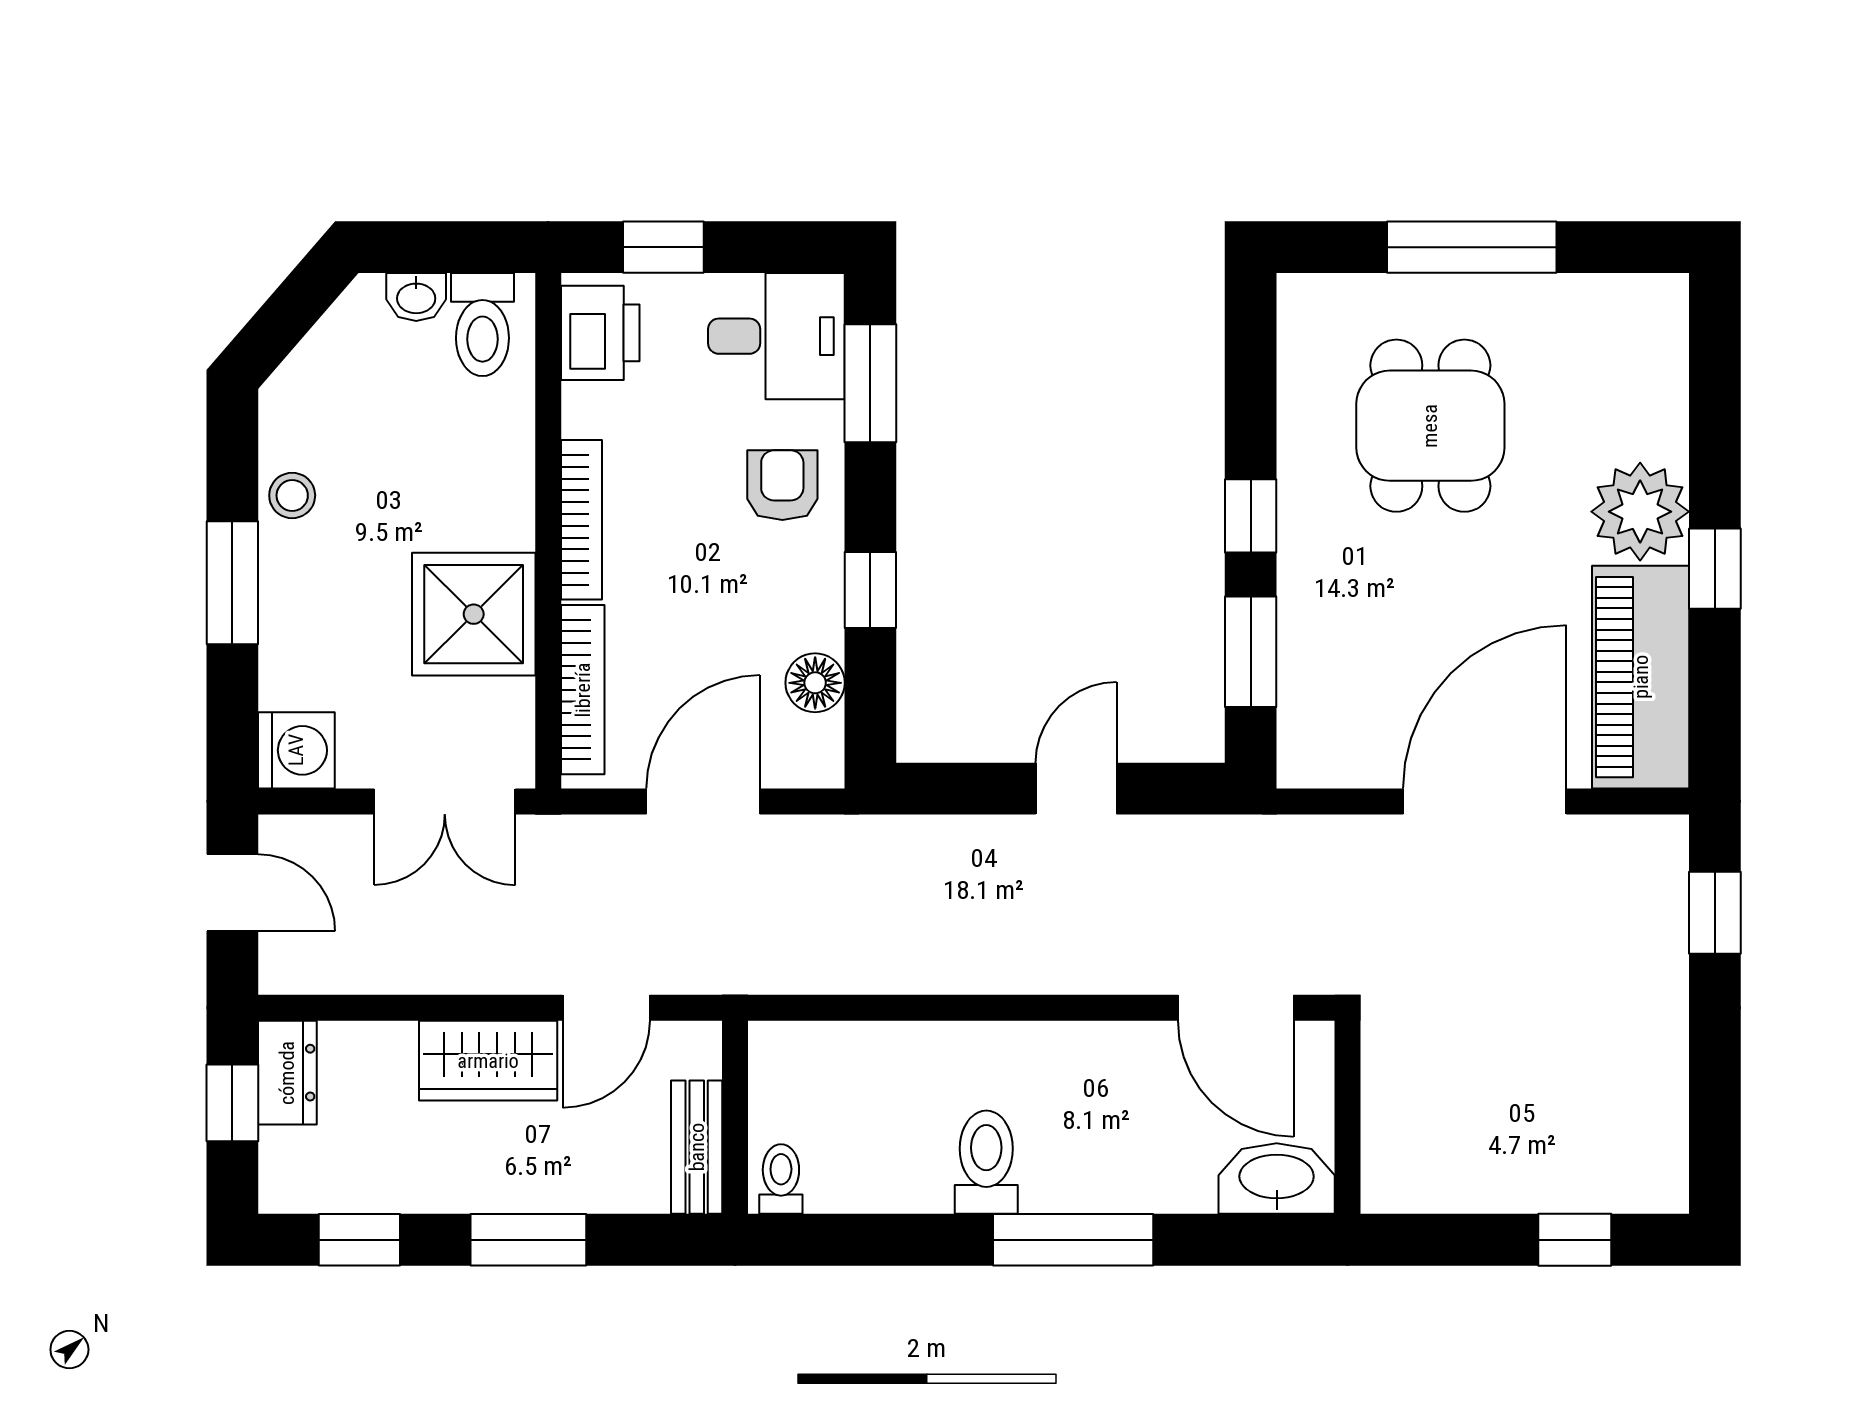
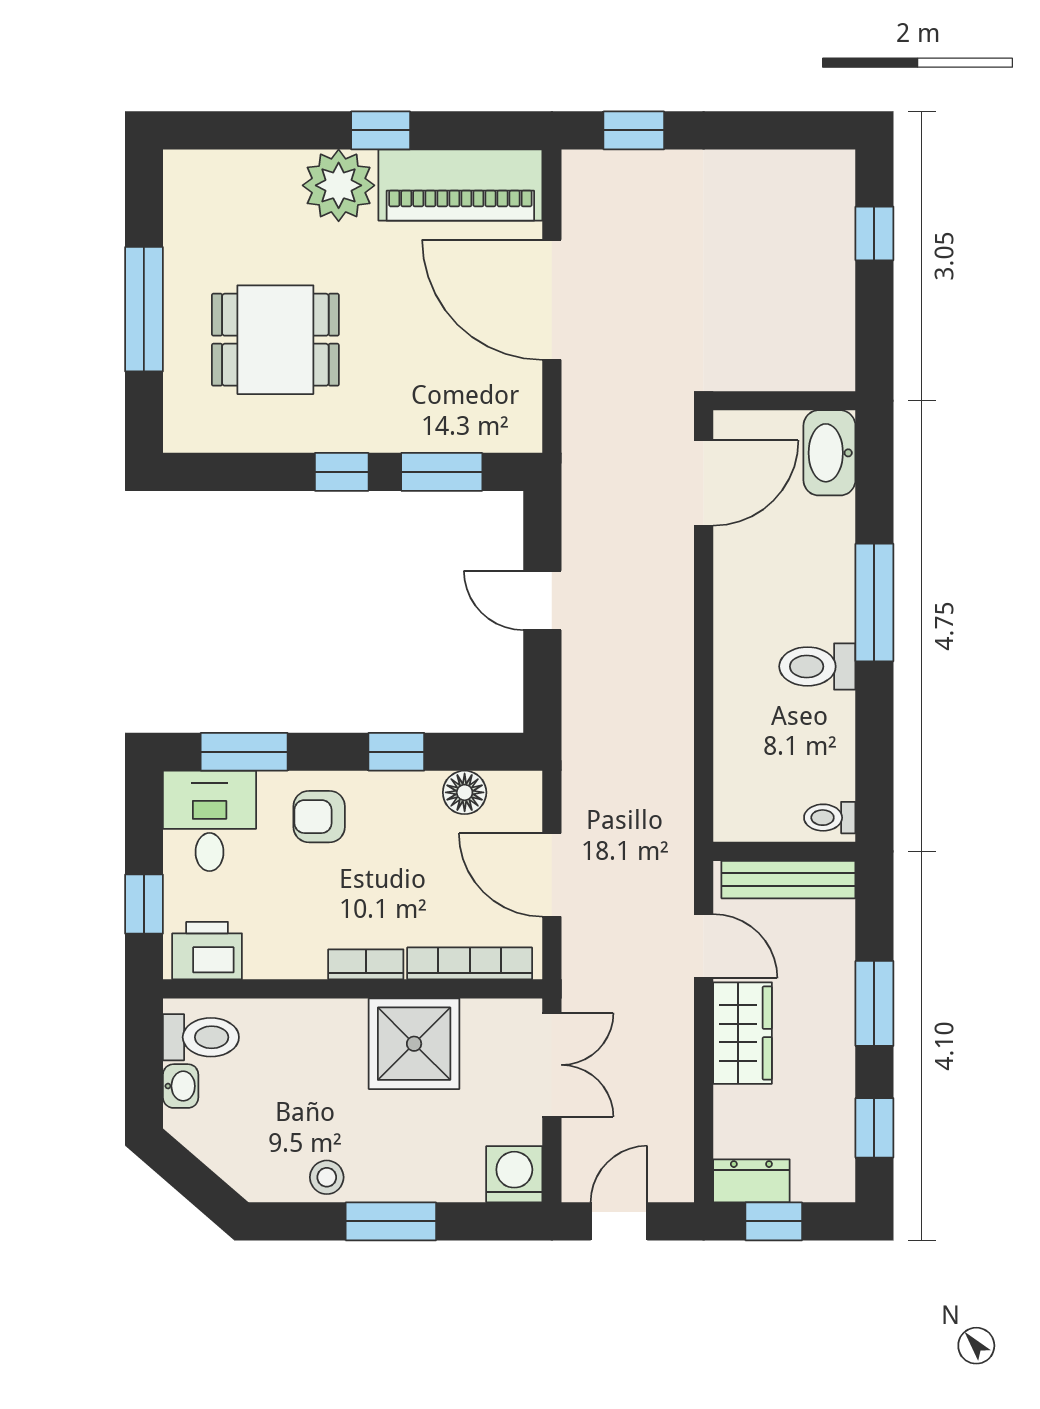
bookcase: (581, 520) -> (366, 964), width x0.64
bench: (697, 1147) -> (788, 880), width x1.36

